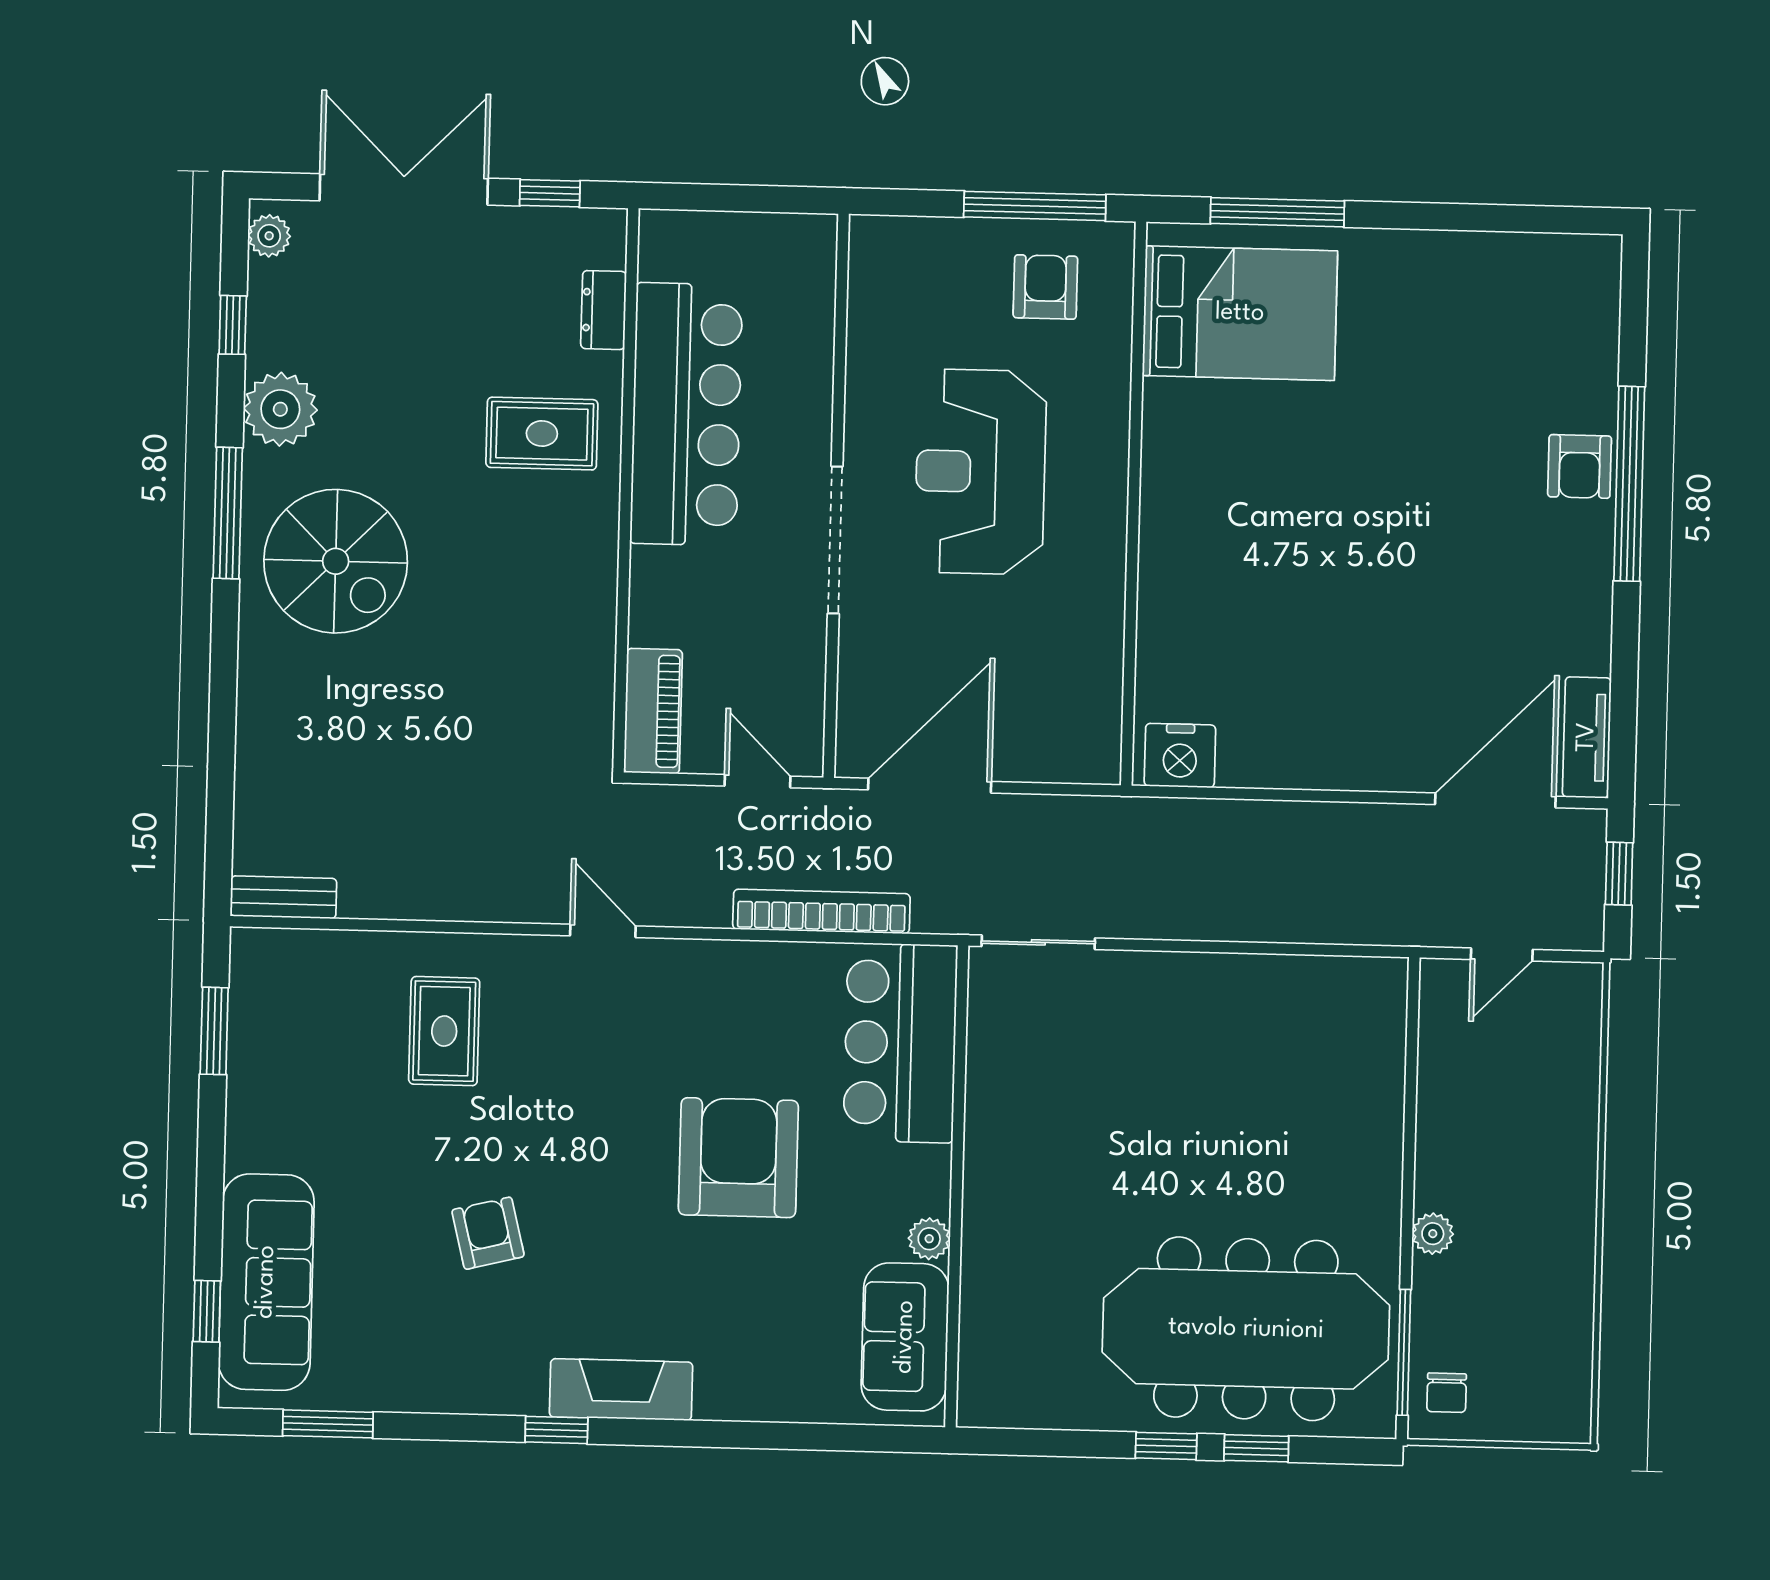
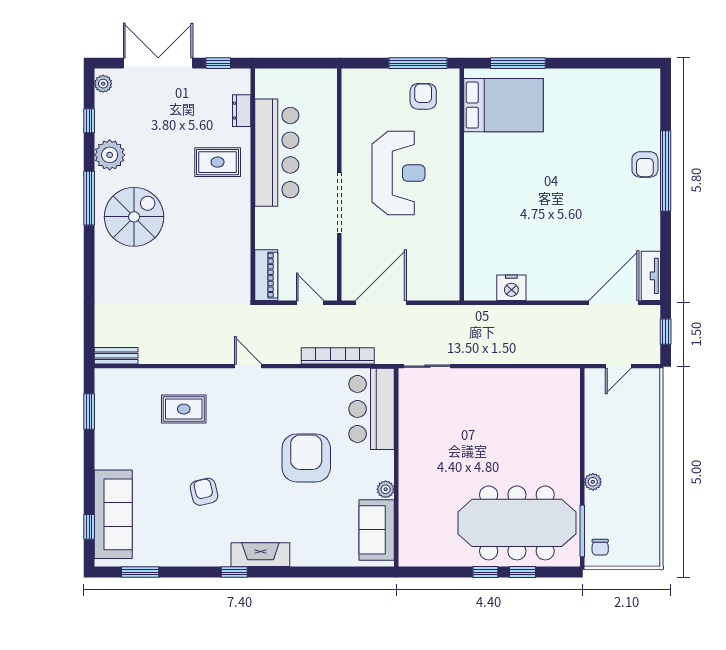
reception desk: (980, 472) -> (398, 173), turned 180
spiral stairs: (336, 561) -> (134, 217), turned -90
nightstand: (1180, 756) -> (511, 288), moved
rug: (444, 1031) -> (184, 409), turned 90

